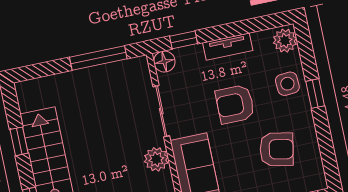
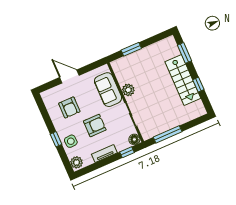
armchair: (277, 149) -> (69, 107), turned -101

